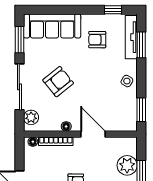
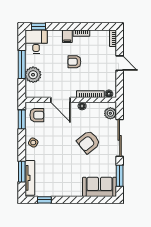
sofa: (52, 26) -> (99, 187), width x0.73
armchair: (97, 40) -> (37, 115), moved

